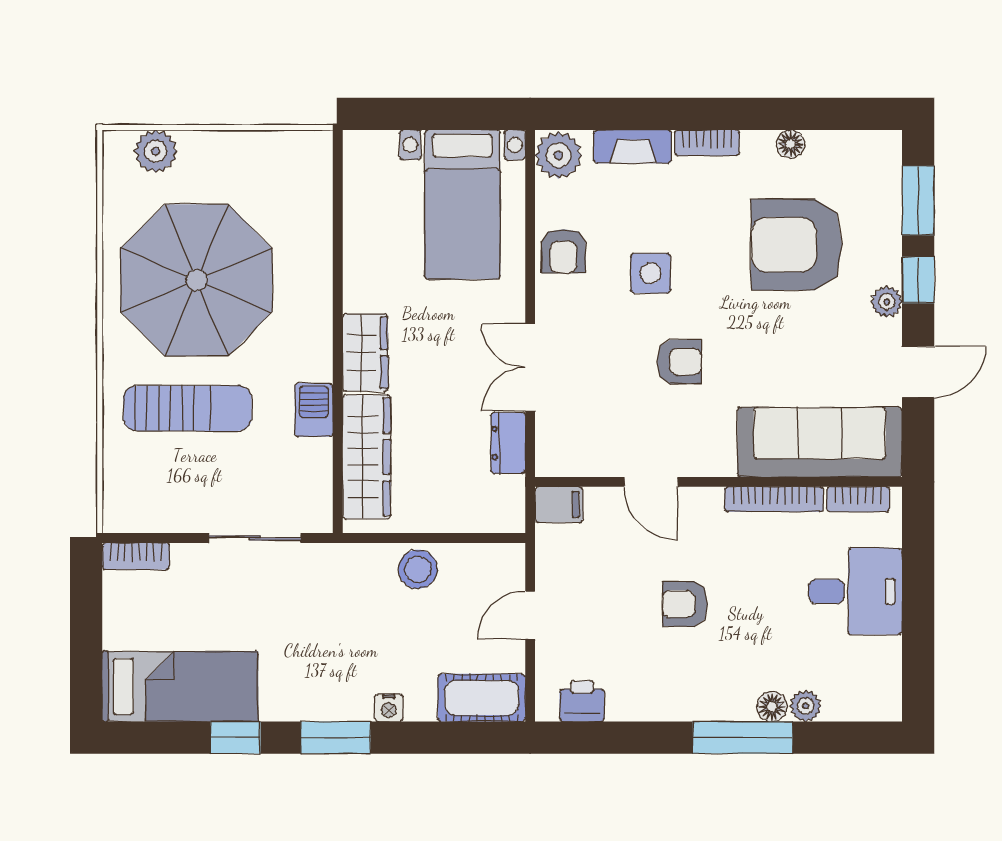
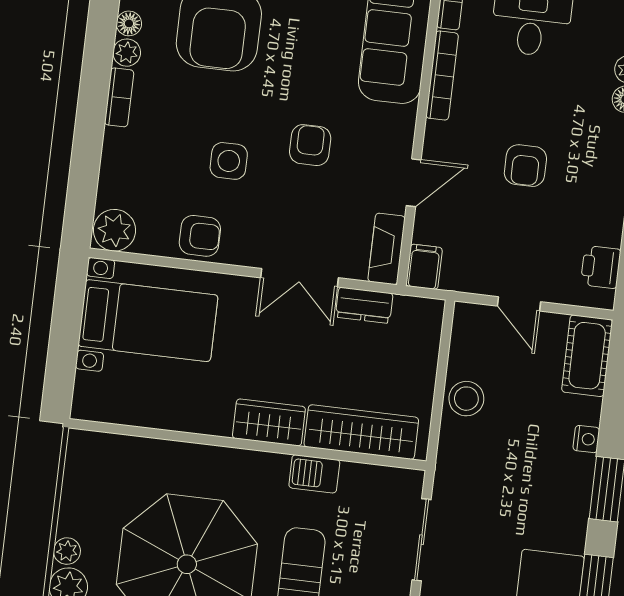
plant: (195, 145) -> (67, 551), added
plant: (758, 145) -> (127, 53), added
fireplace: (633, 147) -> (387, 249), moved, turned 180

